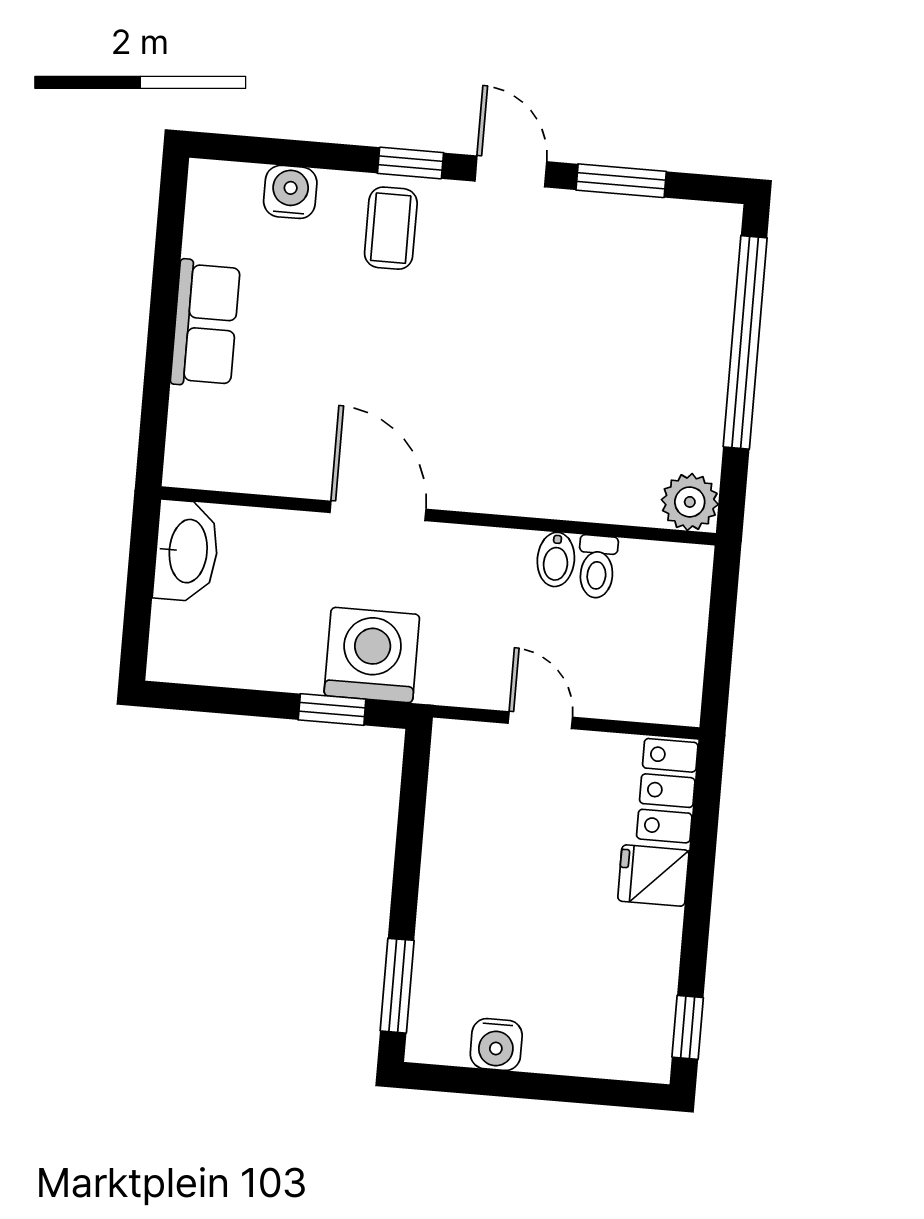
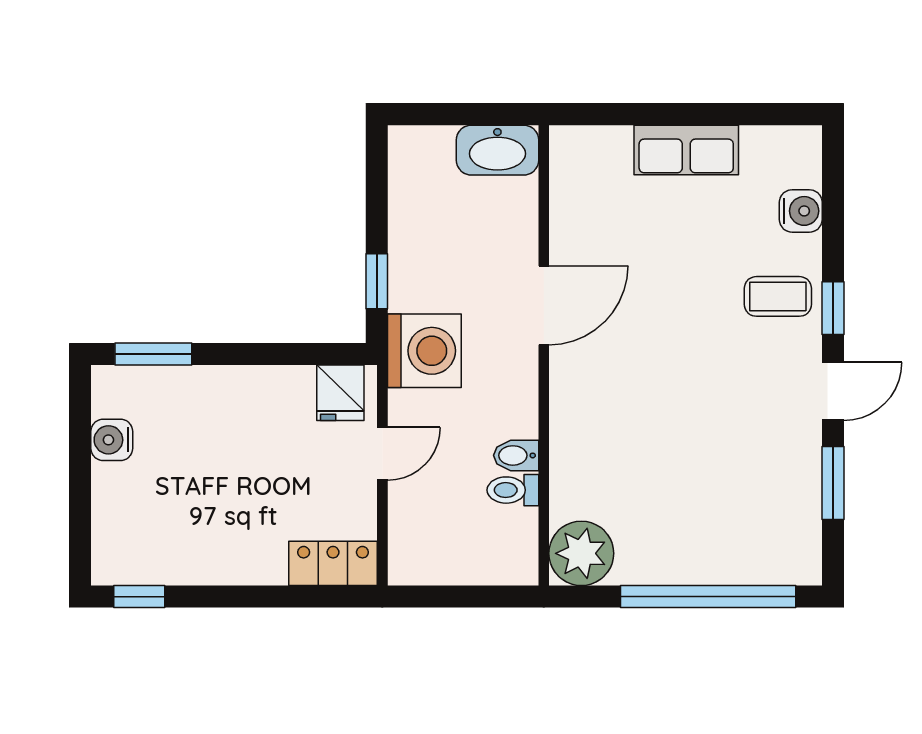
plant: (690, 502) -> (581, 553), width x1.36, depth x1.36
washing machine: (372, 655) -> (424, 351), moved
fridge: (653, 876) -> (340, 393), moved, turned 180

